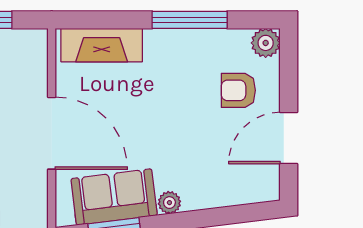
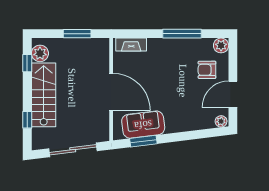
fireplace: (102, 45) -> (131, 45), width x0.73, depth x0.76
plant: (169, 203) -> (221, 121), moved

